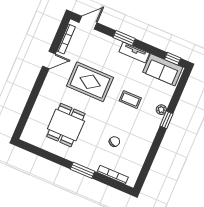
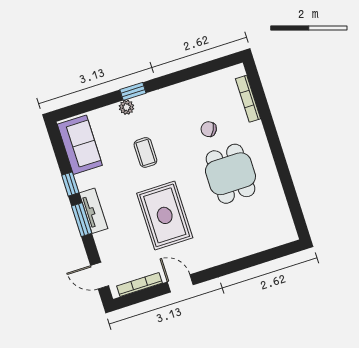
tv unit: (134, 52) -> (93, 211), moved
window: (173, 59) -> (70, 184), moved
dining table: (66, 125) -> (230, 174), moved, turned 90
window: (83, 170) -> (273, 137), removed

